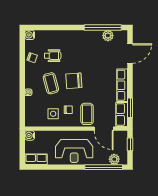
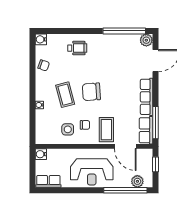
plant: (108, 36) -> (146, 40), moved
wheelchair: (53, 56) -> (77, 48), moved
window: (130, 108) -> (156, 123), width x1.44

